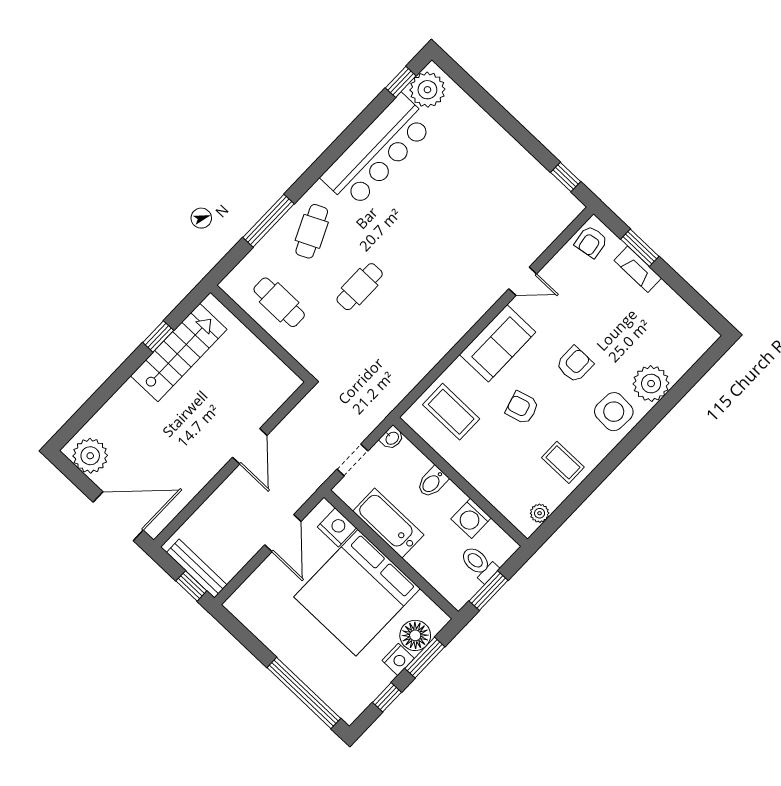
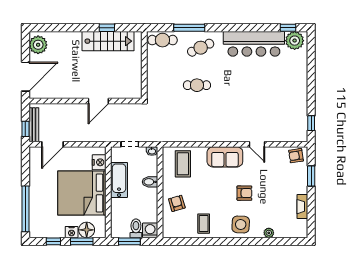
fireplace: (638, 269) -> (302, 207), moved
cafe table: (279, 302) -> (162, 40), moved, turned 90
plant: (651, 384) -> (269, 233), width x0.53, depth x0.53
armchair: (522, 408) -> (177, 203), moved
plant: (540, 513) -> (176, 233), removed
door: (118, 516) -> (25, 77), hinge flipped
washing machine: (471, 518) -> (150, 230), moved, turned 90
door: (283, 533) -> (52, 144), moved

